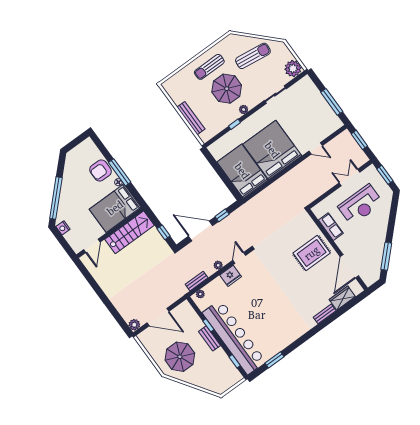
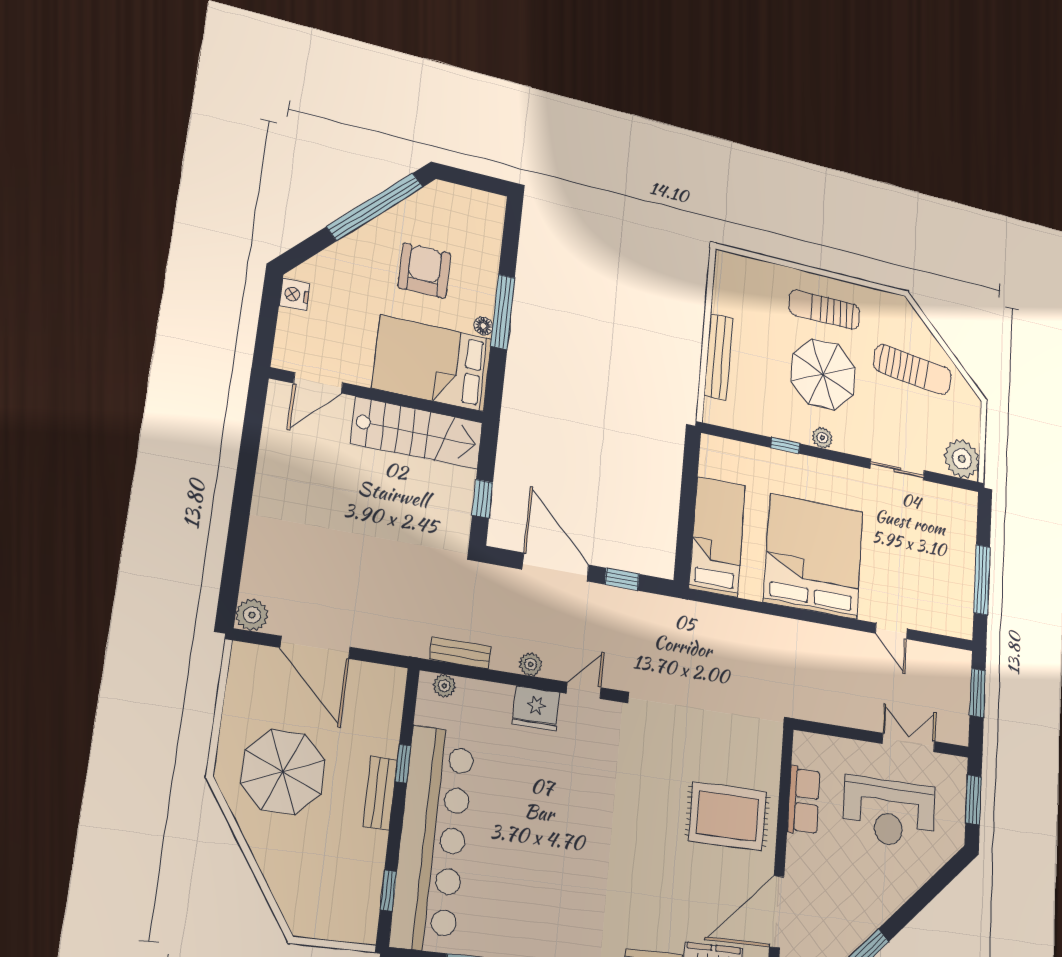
armchair: (101, 171) -> (424, 270), moved, turned 90
bed: (242, 171) -> (717, 537), width x0.67
window: (56, 198) -> (375, 207), moved

